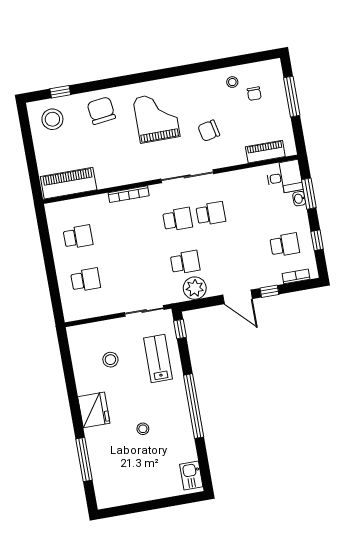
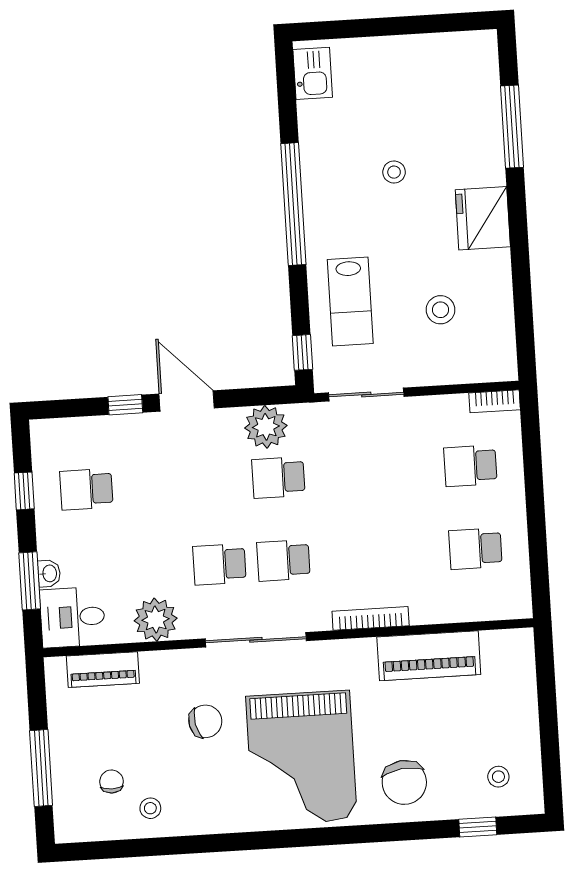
grand piano: (156, 117) -> (301, 758), width x1.37, depth x1.48
stool: (52, 119) -> (498, 777), width x0.53, depth x0.53
plant: (241, 181) -> (156, 620), added
piano: (69, 183) -> (429, 656), moved
bookcase: (296, 276) -> (495, 401), moved

